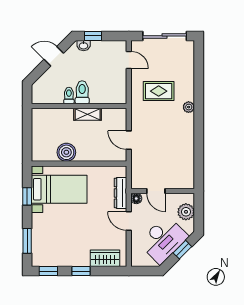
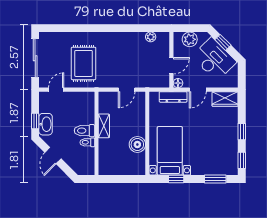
washbasin: (84, 46) -> (46, 124), width x1.91, depth x1.45
rug: (159, 91) -> (84, 63), width x1.36, depth x1.43
plant: (189, 107) -> (151, 37), moved
wardrobe: (105, 258) -> (225, 99), moved, turned -90

